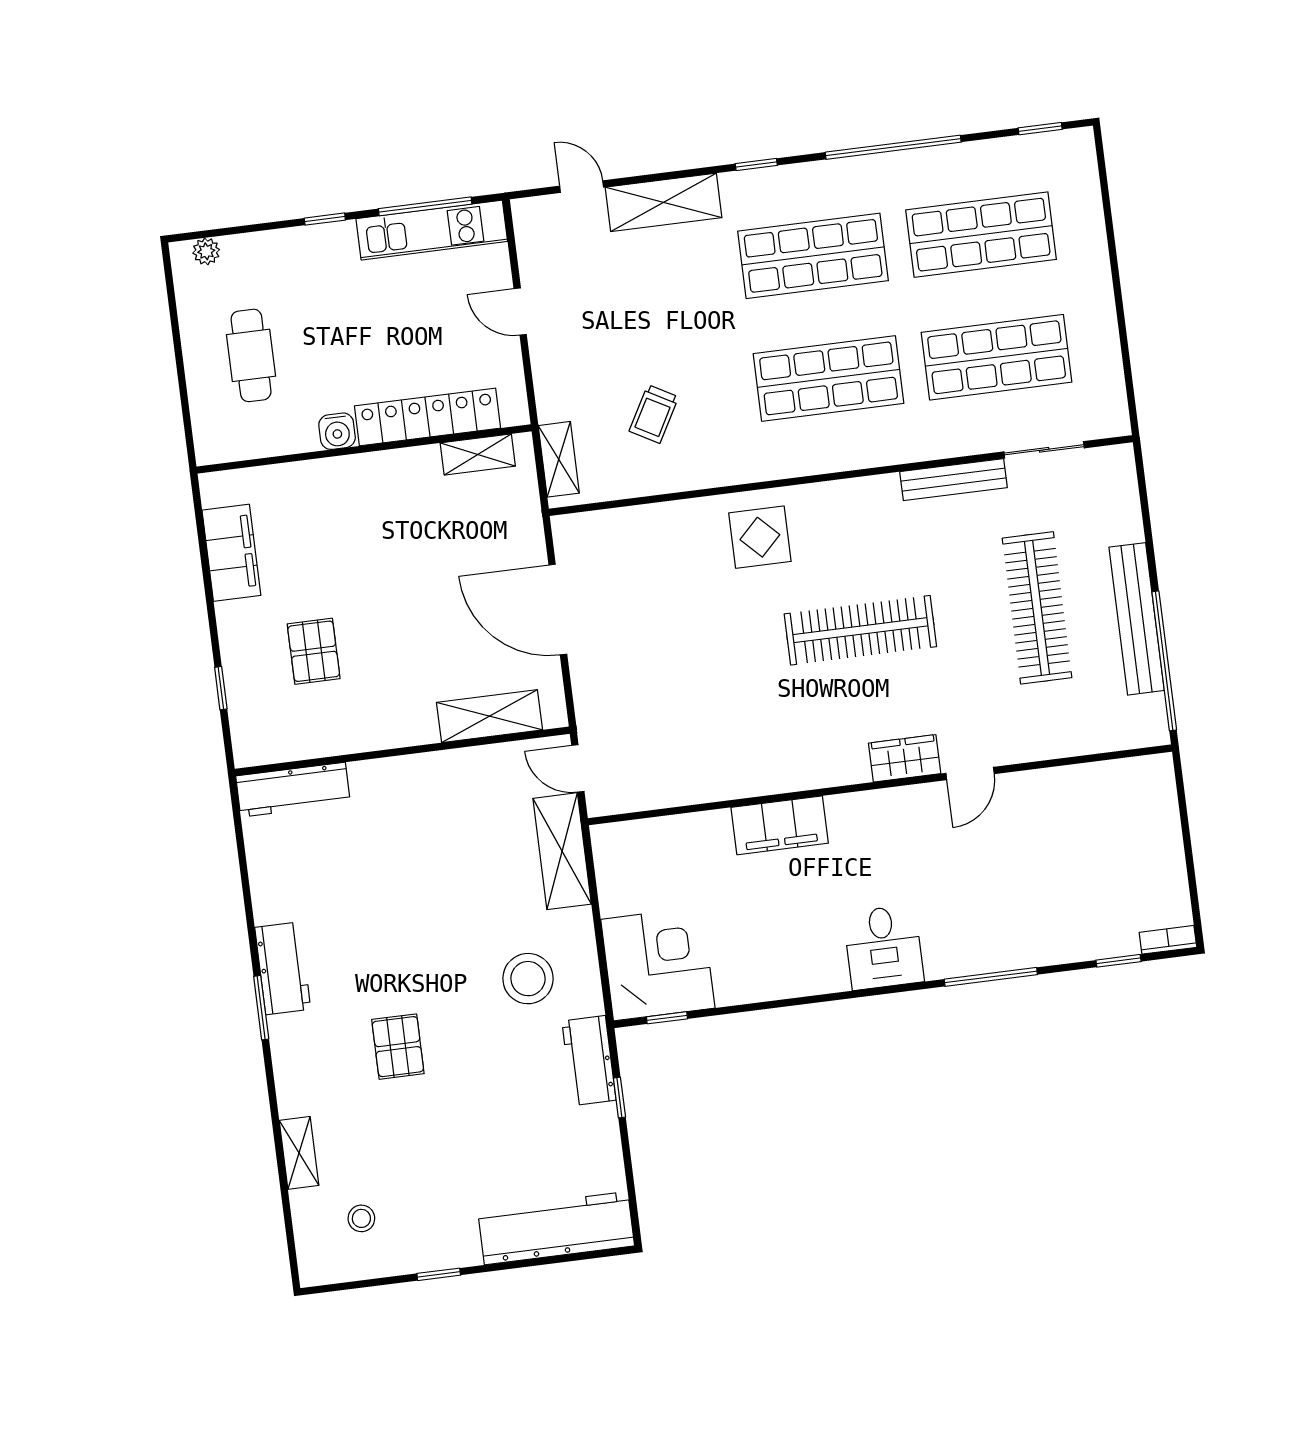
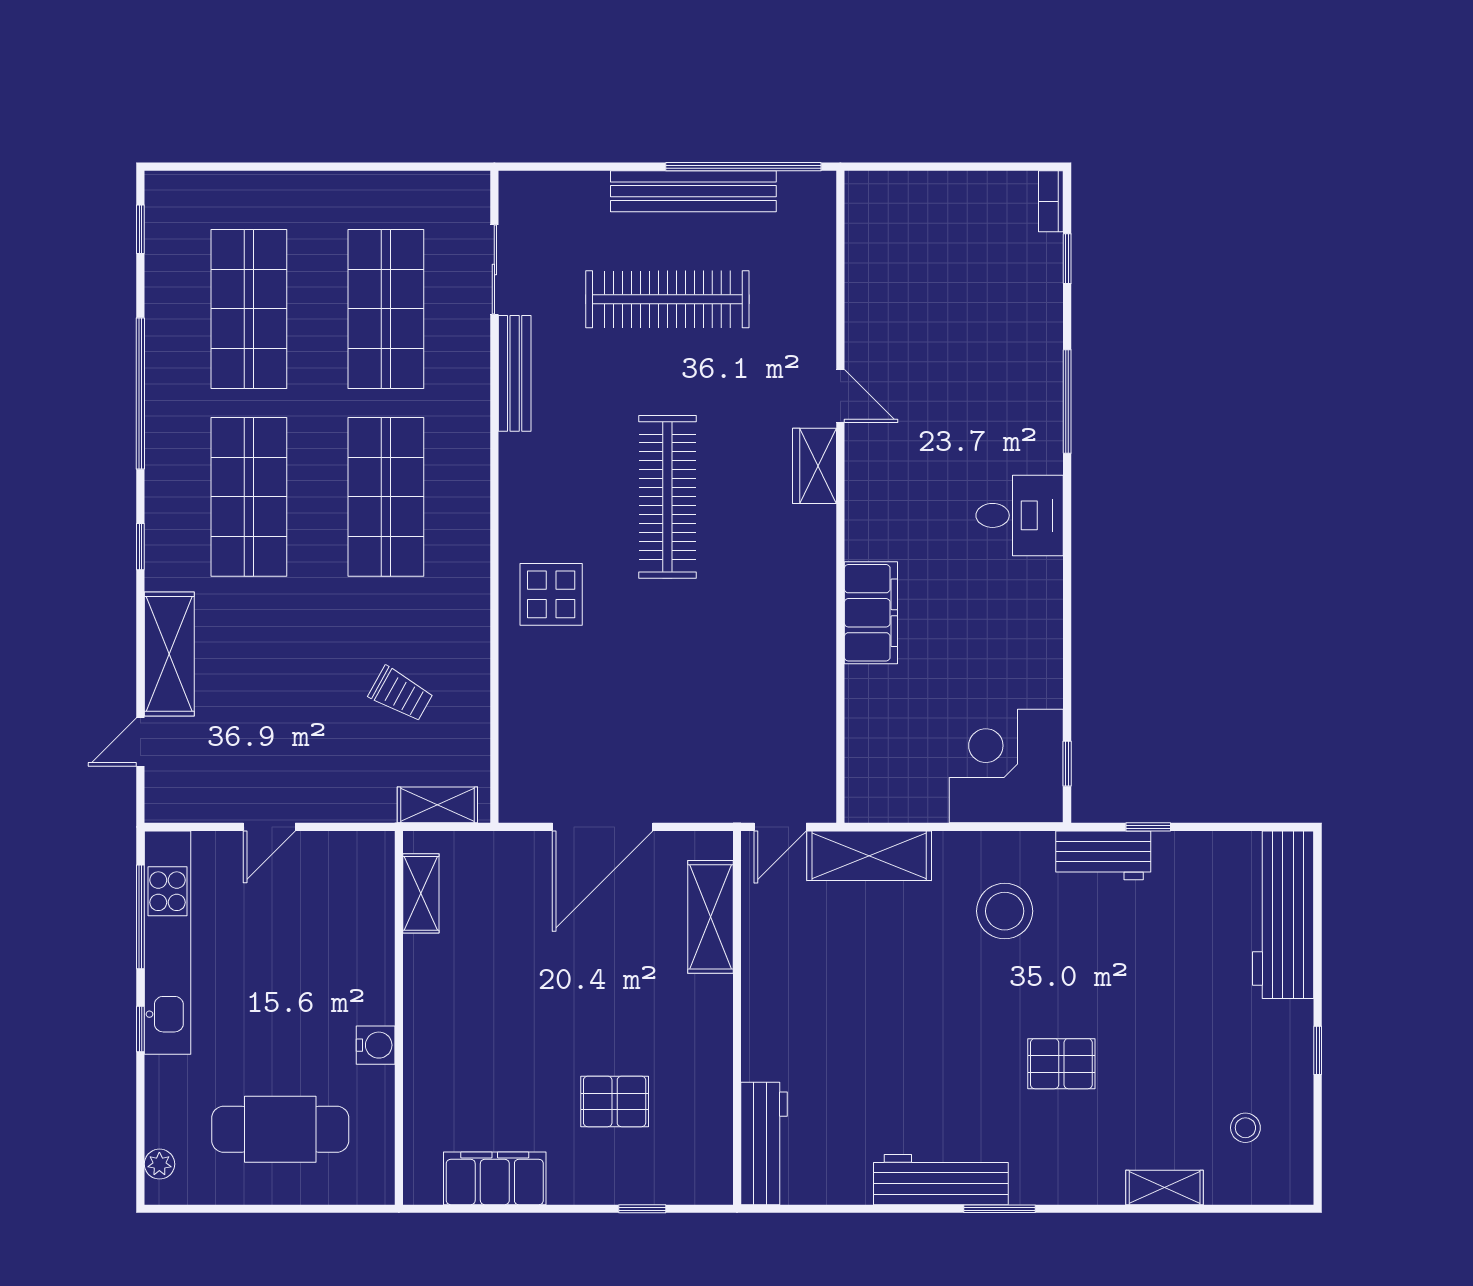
kitchen unit: (432, 230) -> (167, 943), width x1.36
cafe table: (251, 355) -> (280, 1129), width x1.37, depth x1.35
locker: (427, 417) -> (373, 944), removed
workbench: (283, 968) -> (941, 1180), width x1.37

